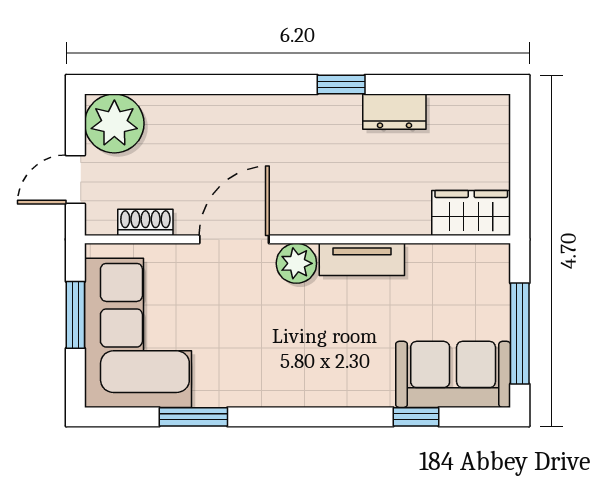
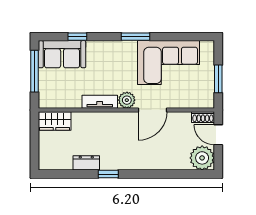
door: (75, 179) -> (218, 135), swing flipped
shoe rack: (145, 222) -> (203, 117), moved
corner sofa: (138, 333) -> (169, 63), moved, turned -90
window: (193, 417) -> (136, 37), moved

